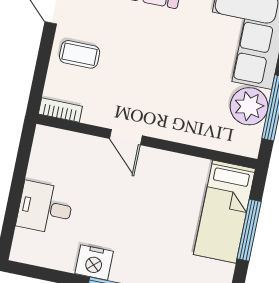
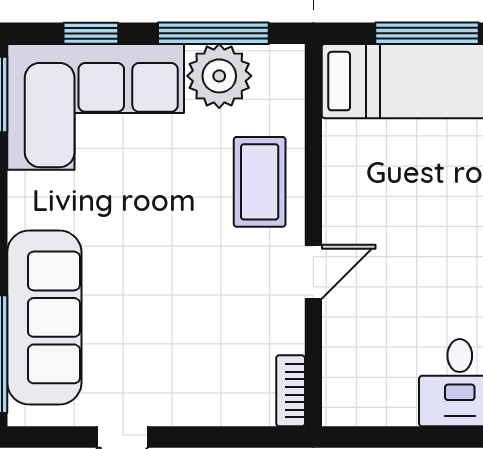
coffee table: (80, 54) -> (260, 182), moved, width x1.36, depth x1.30

